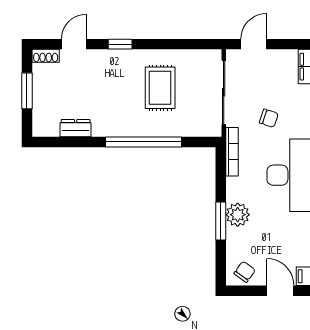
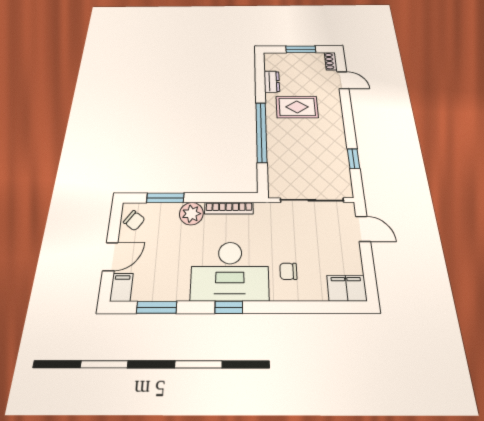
window: (120, 44) -> (354, 159), moved
rug: (160, 88) -> (297, 107), moved
chair: (269, 118) -> (288, 271), moved, turned 72
bookcase: (232, 152) -> (229, 208), moved
window: (221, 221) -> (165, 198), moved

